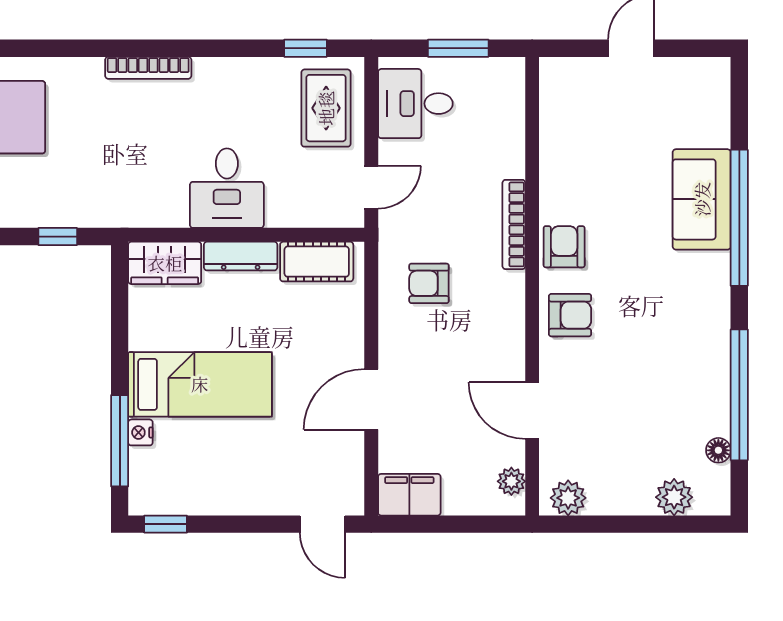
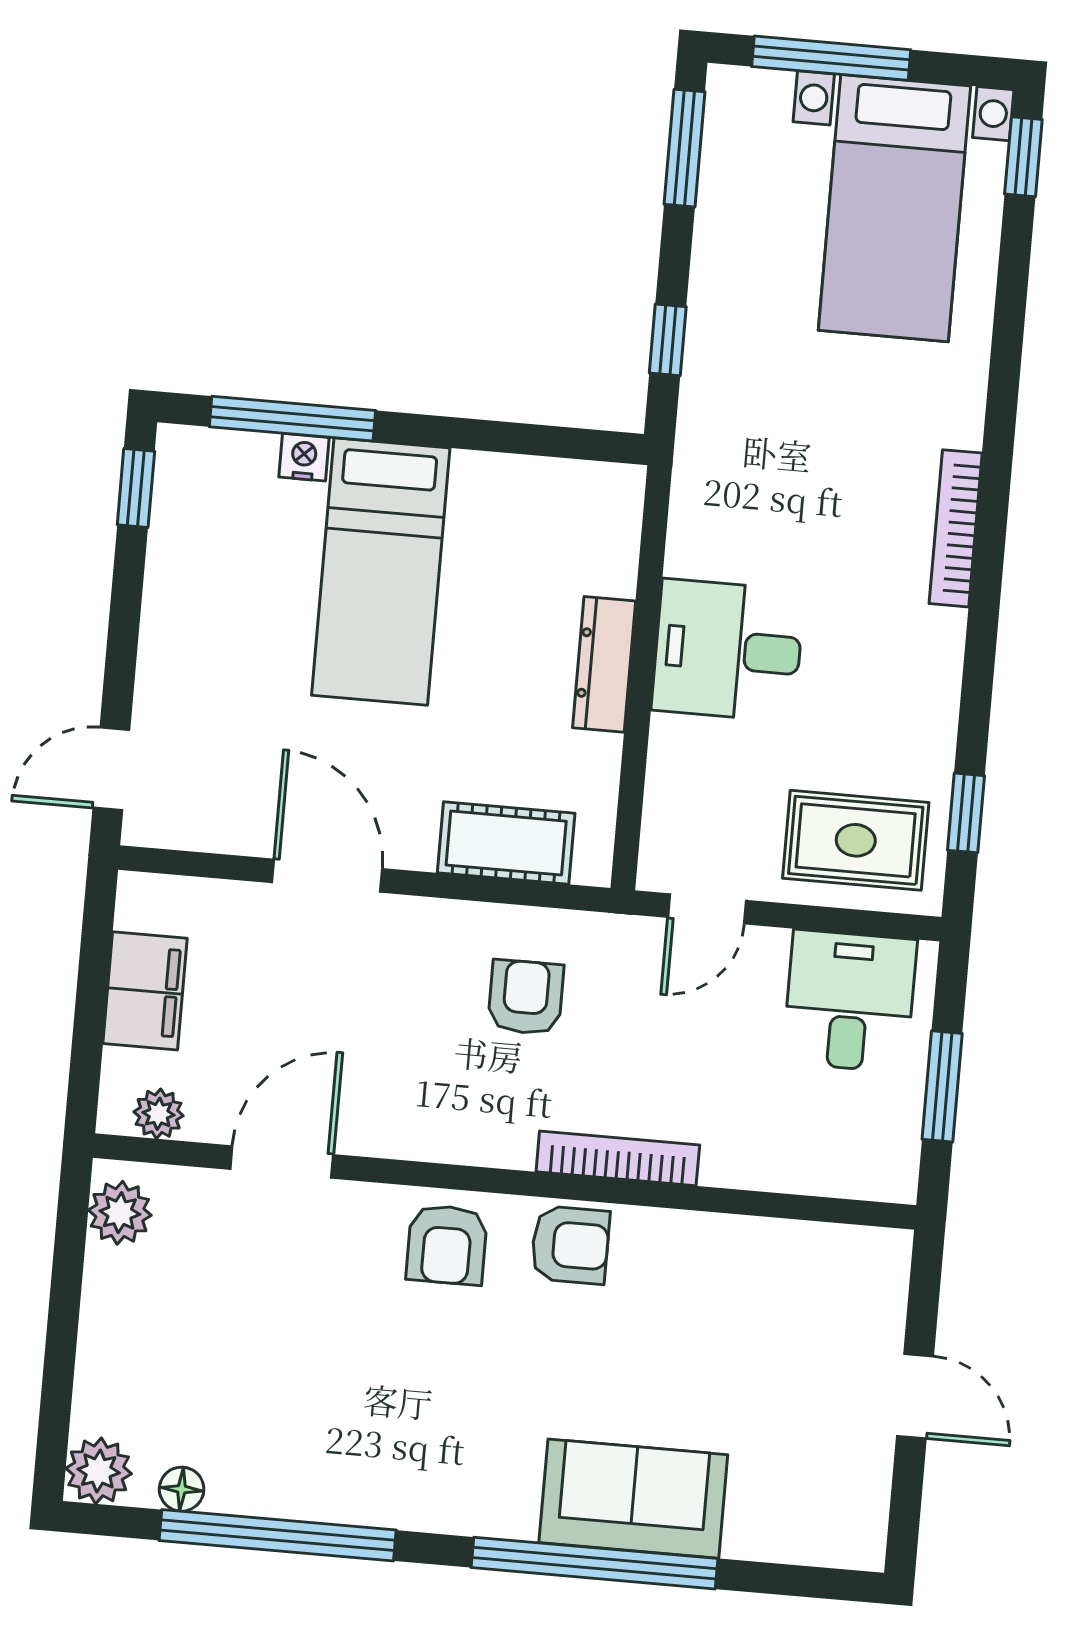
door: (371, 187) -> (707, 909), hinge flipped
cot: (317, 262) -> (506, 843), moved, turned 90
wardrobe: (165, 263) -> (604, 527), removed
filing cabinet: (409, 495) -> (145, 991), moved
plant: (674, 497) -> (99, 1471), moved

